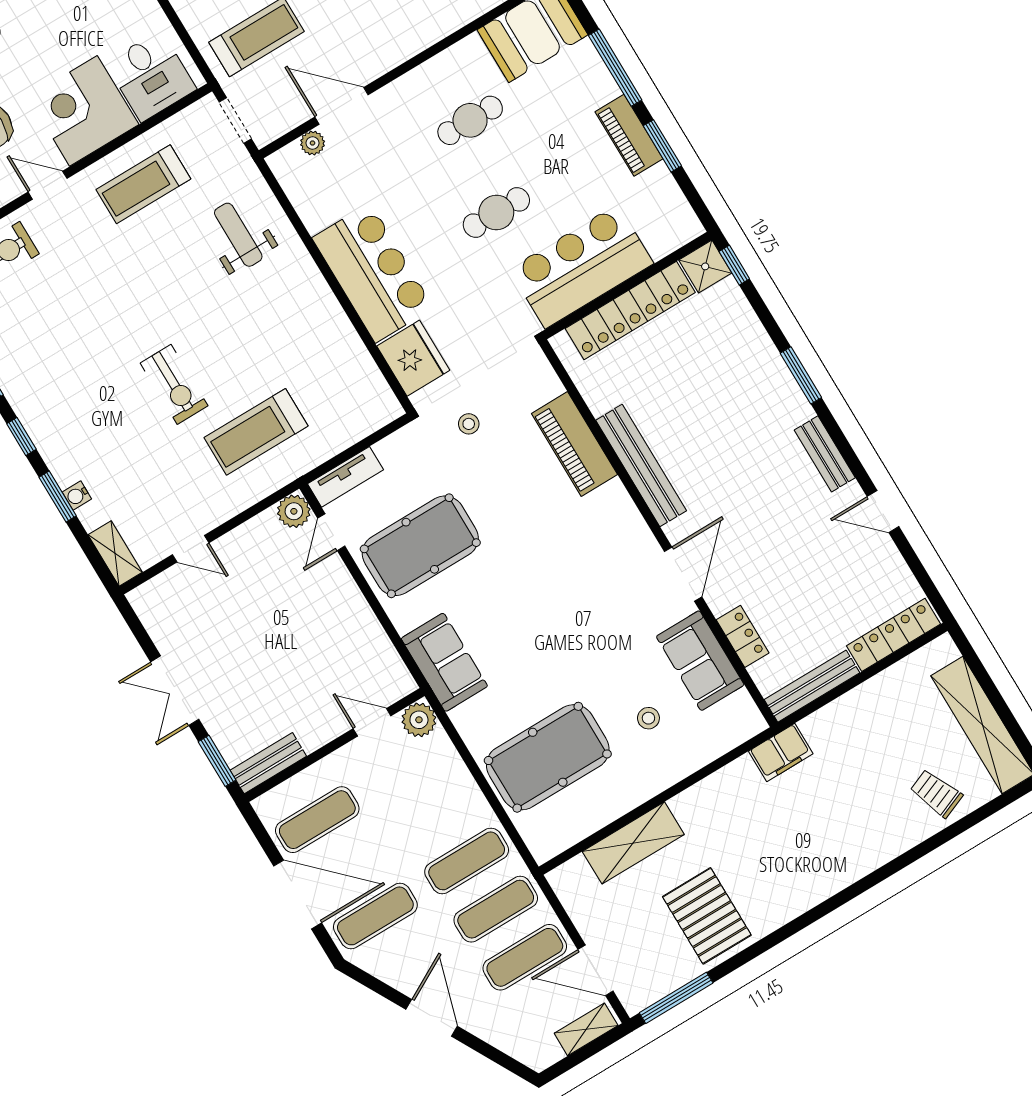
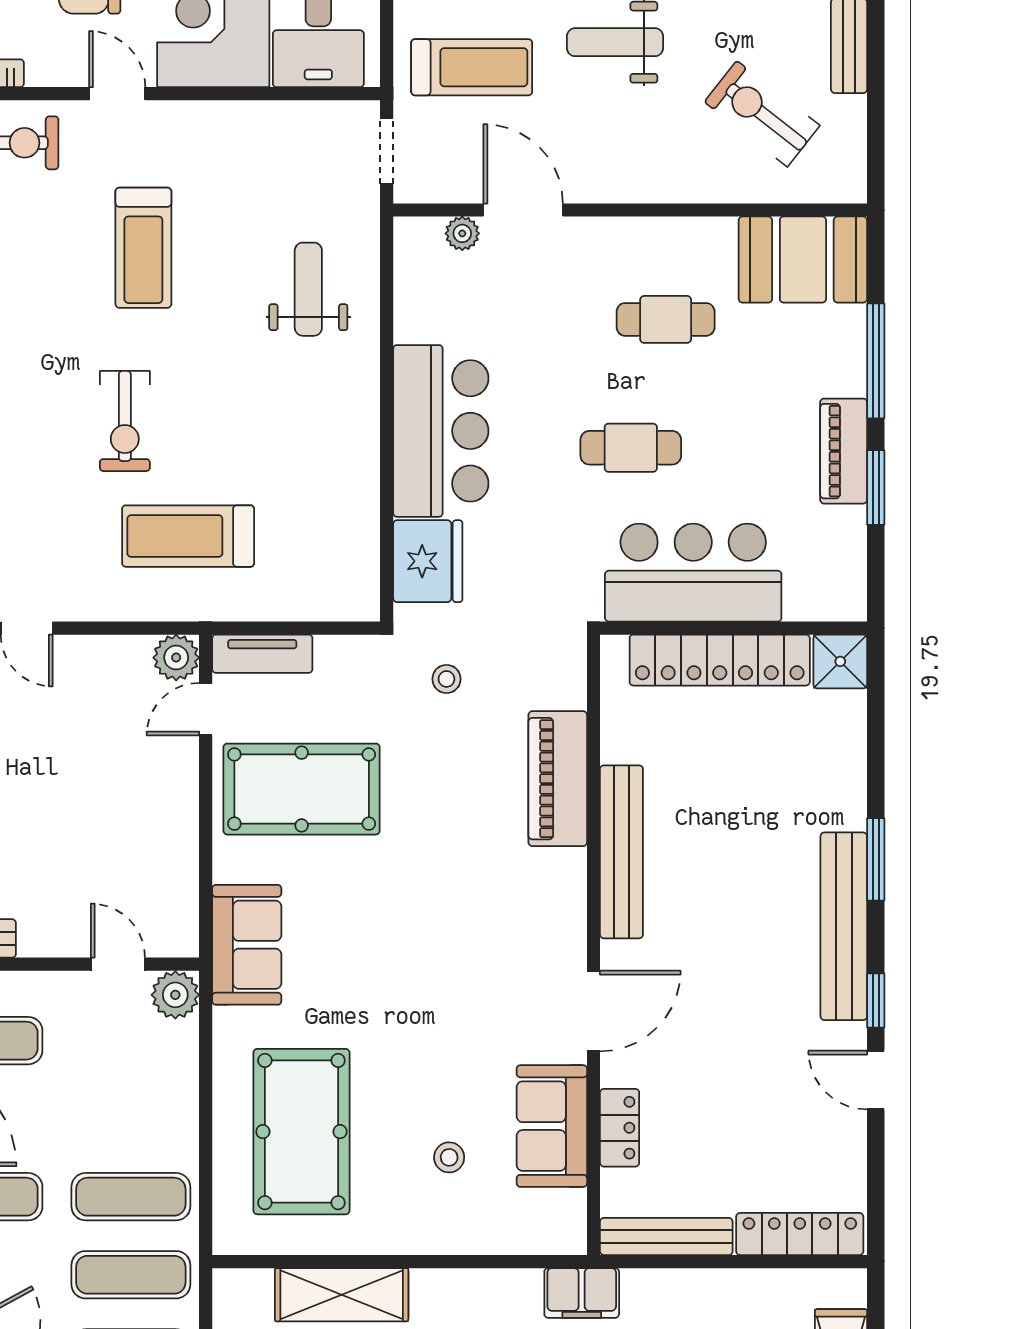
treadmill: (143, 184) -> (143, 248), moved, turned -90
window: (734, 265) -> (876, 1000), moved
bench: (825, 454) -> (844, 926), width x1.86, depth x1.21
pool table: (548, 757) -> (301, 1132), turned 90

